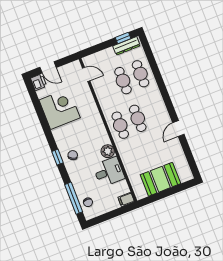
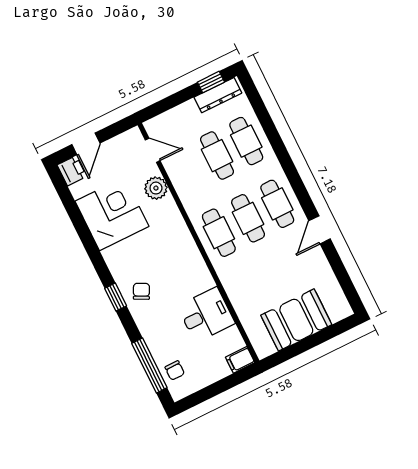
door: (48, 67) -> (86, 144), hinge flipped
cafe table: (155, 111) -> (277, 204), added
plant: (108, 151) -> (156, 188), moved

